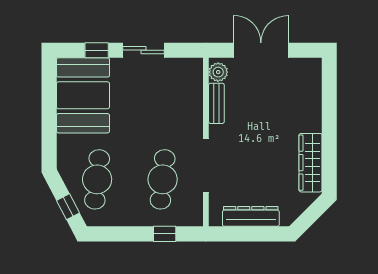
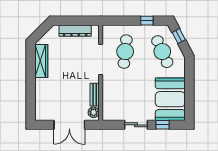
cafe table: (97, 179) -> (162, 52), turned -30
window: (165, 234) -> (147, 21), moved

